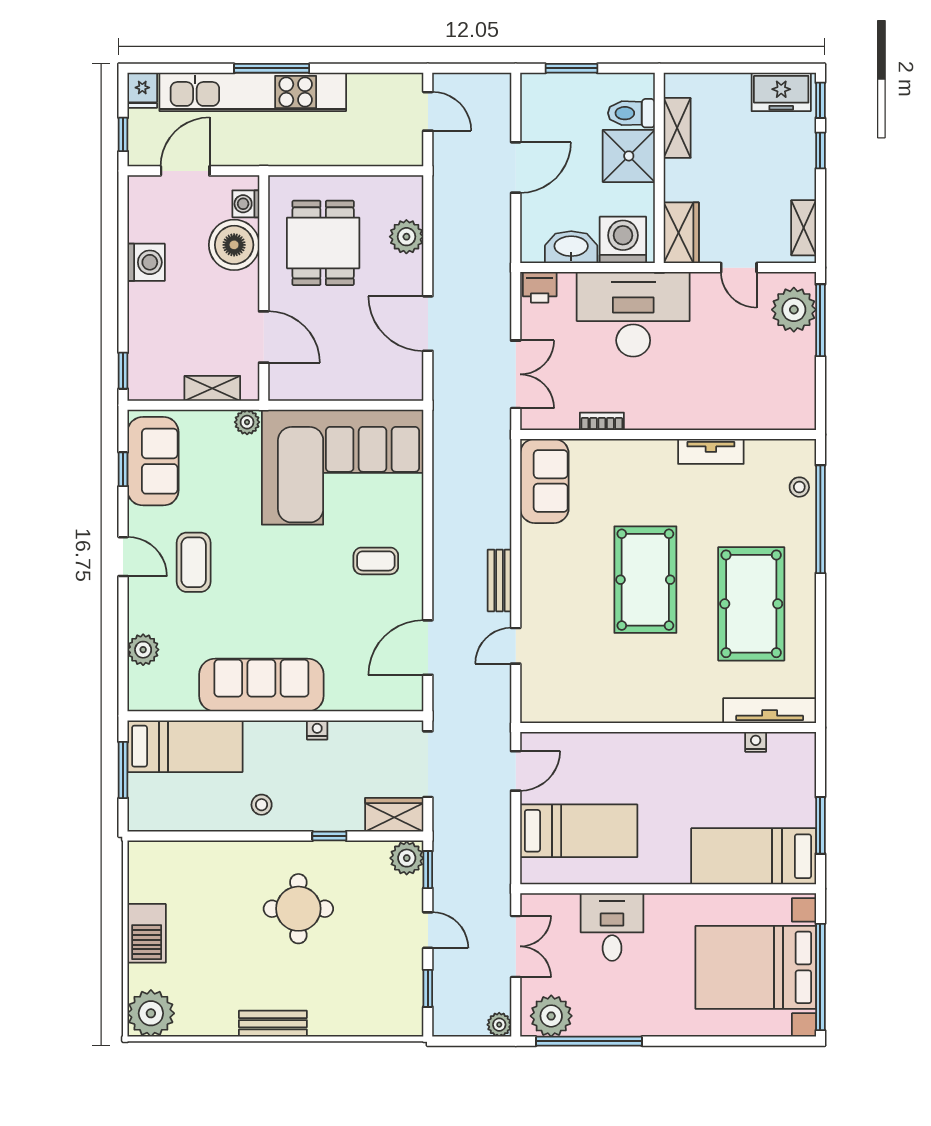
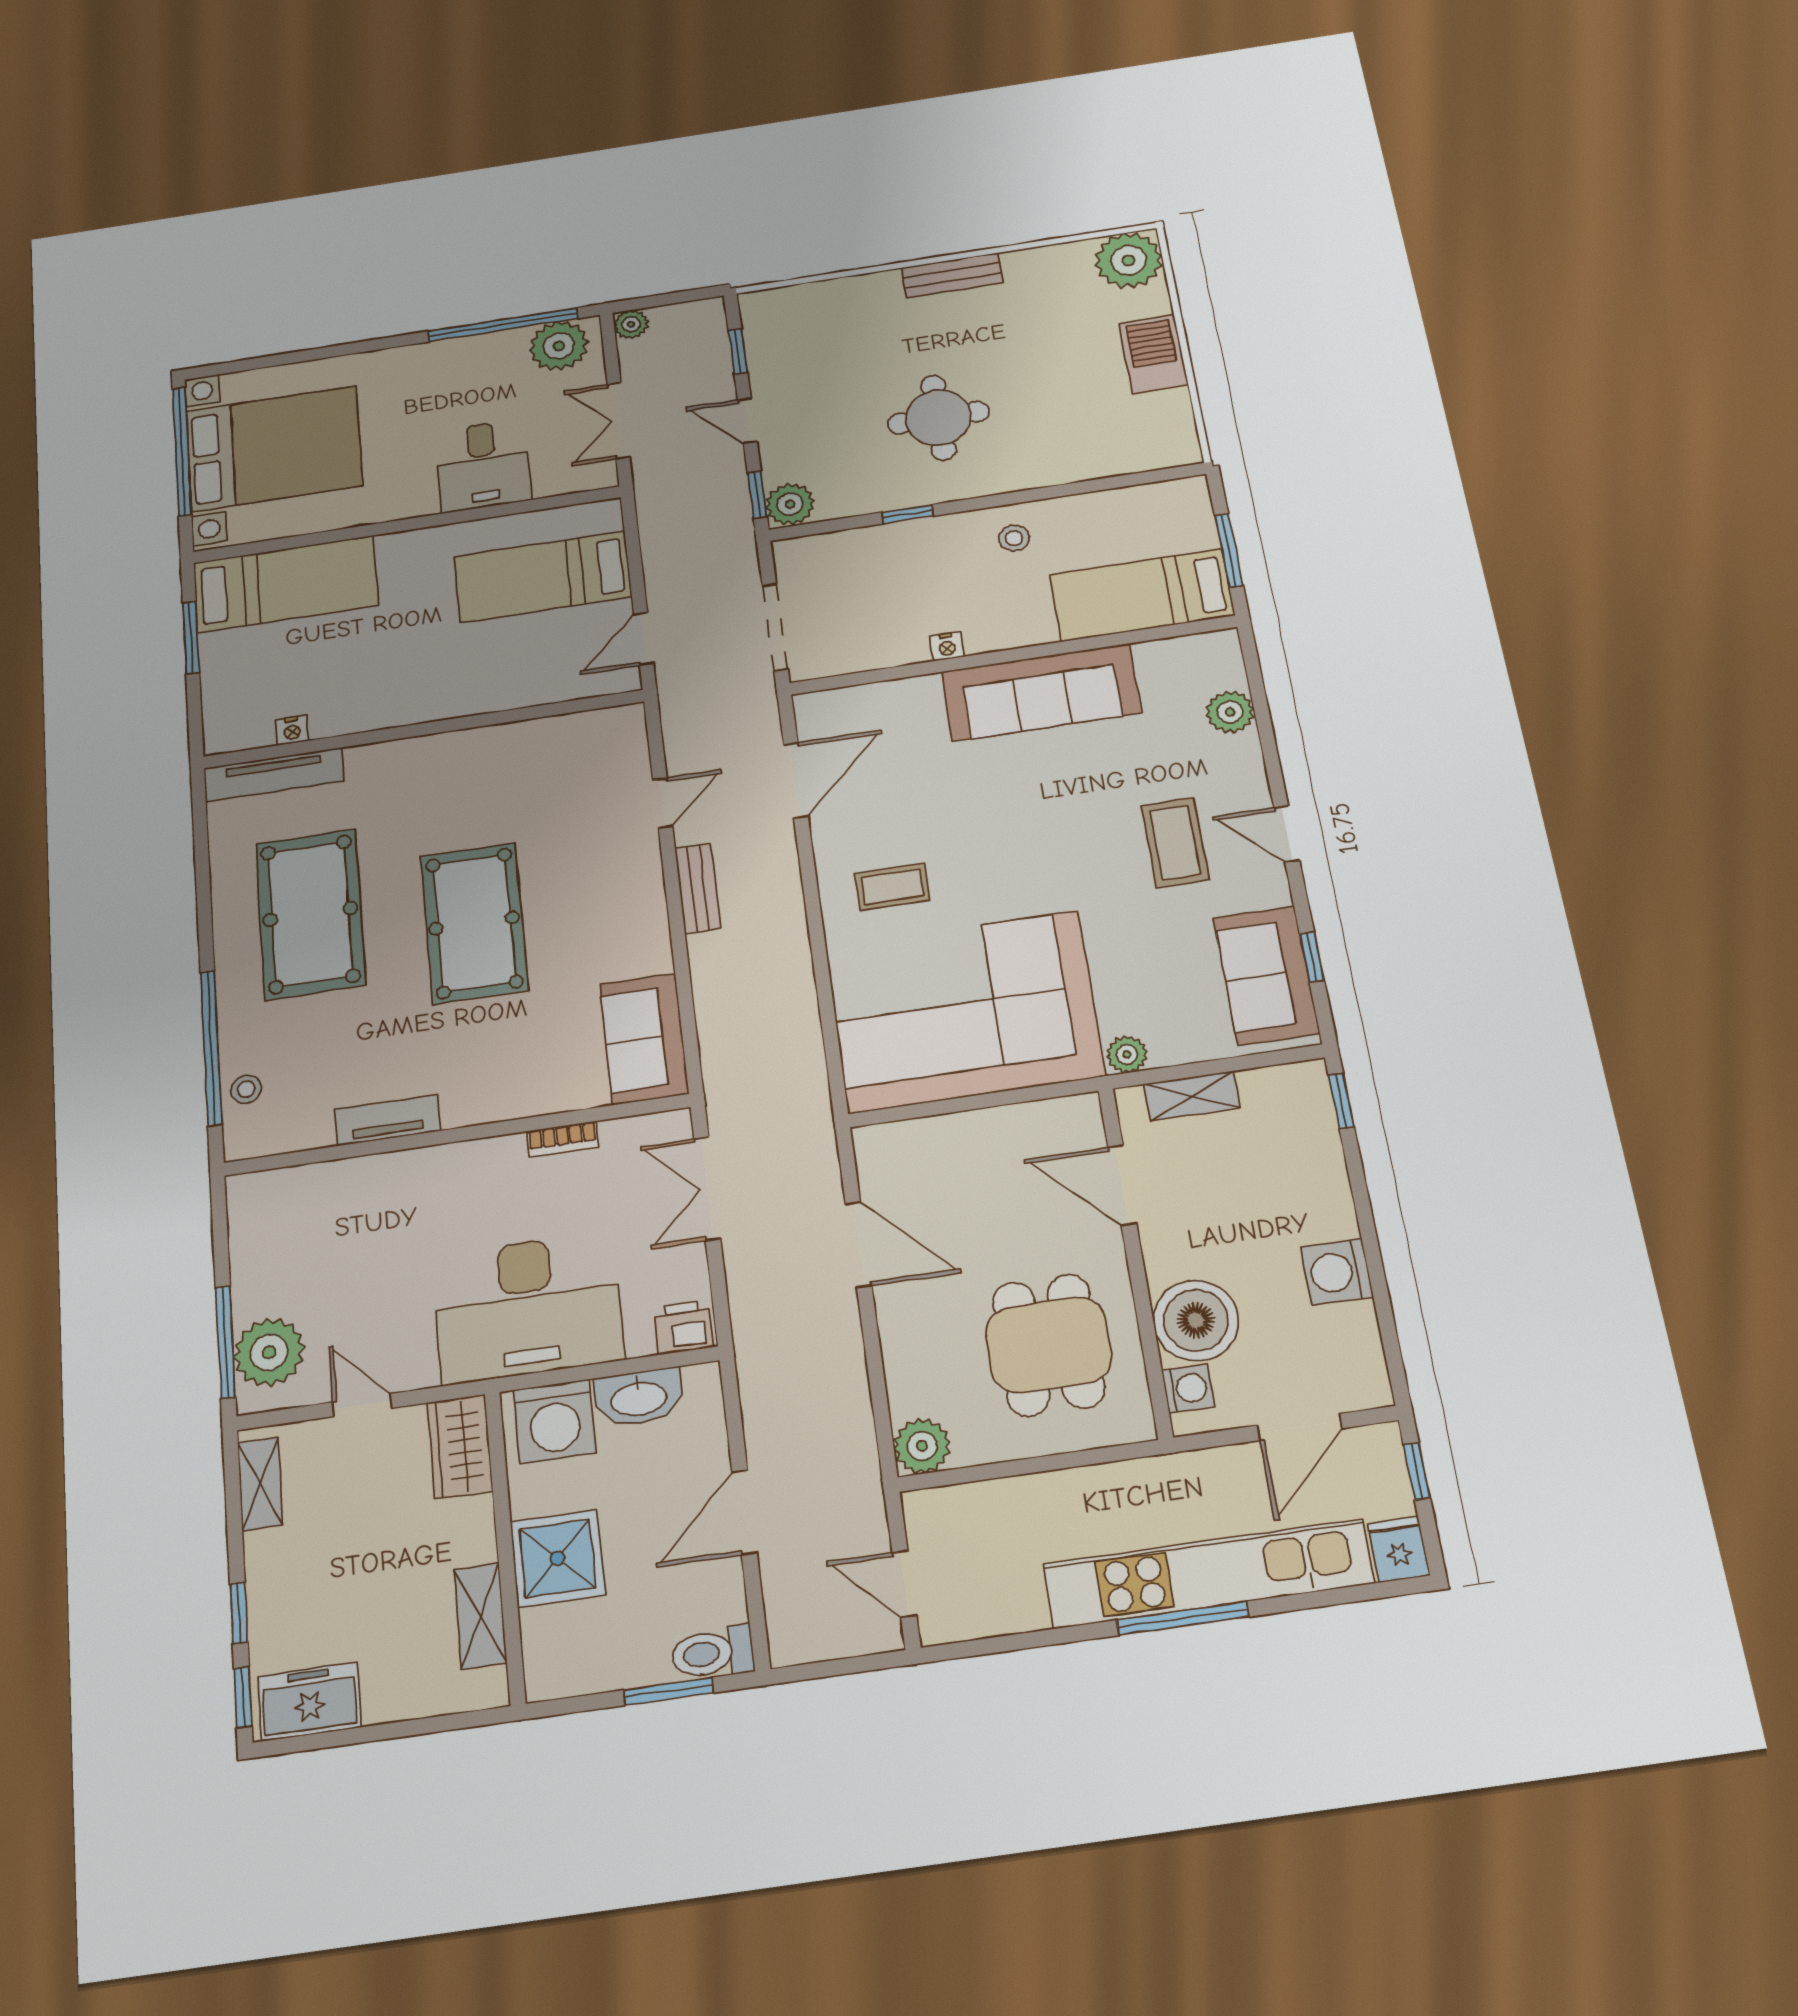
toilet: (631, 113) -> (713, 1653), moved, turned 180
plant: (406, 237) -> (922, 1446), moved
wardrobe: (394, 815) -> (816, 555), removed

